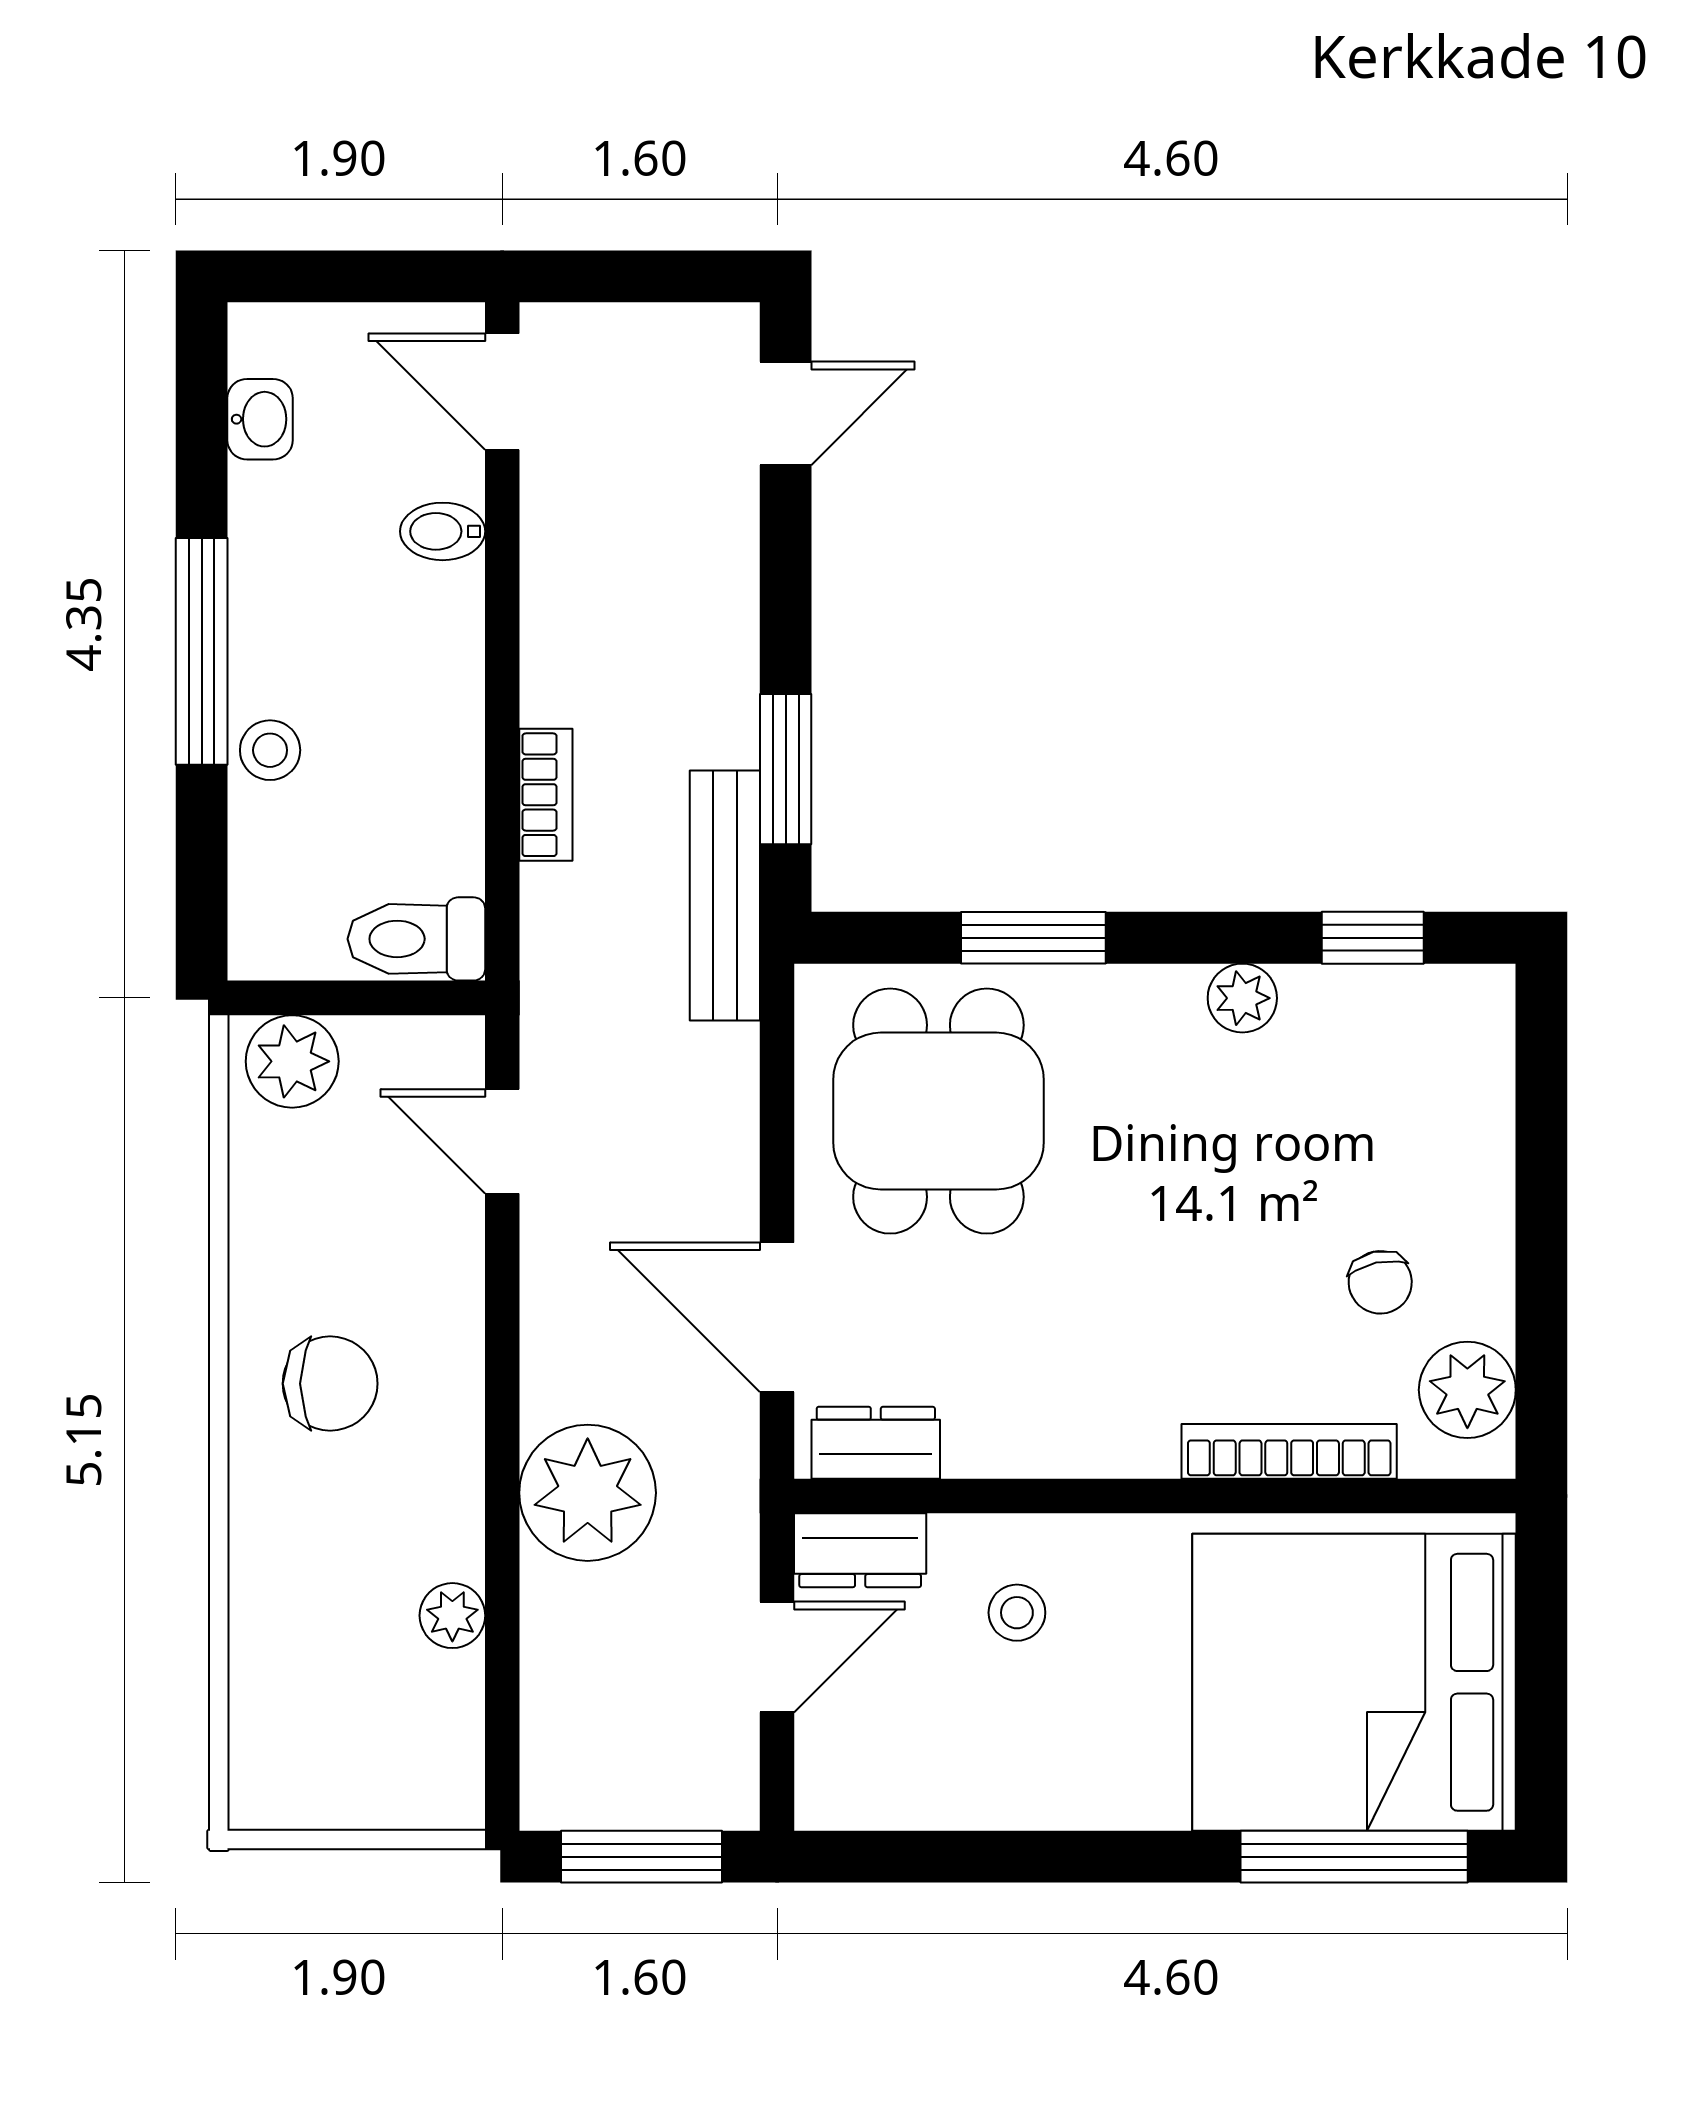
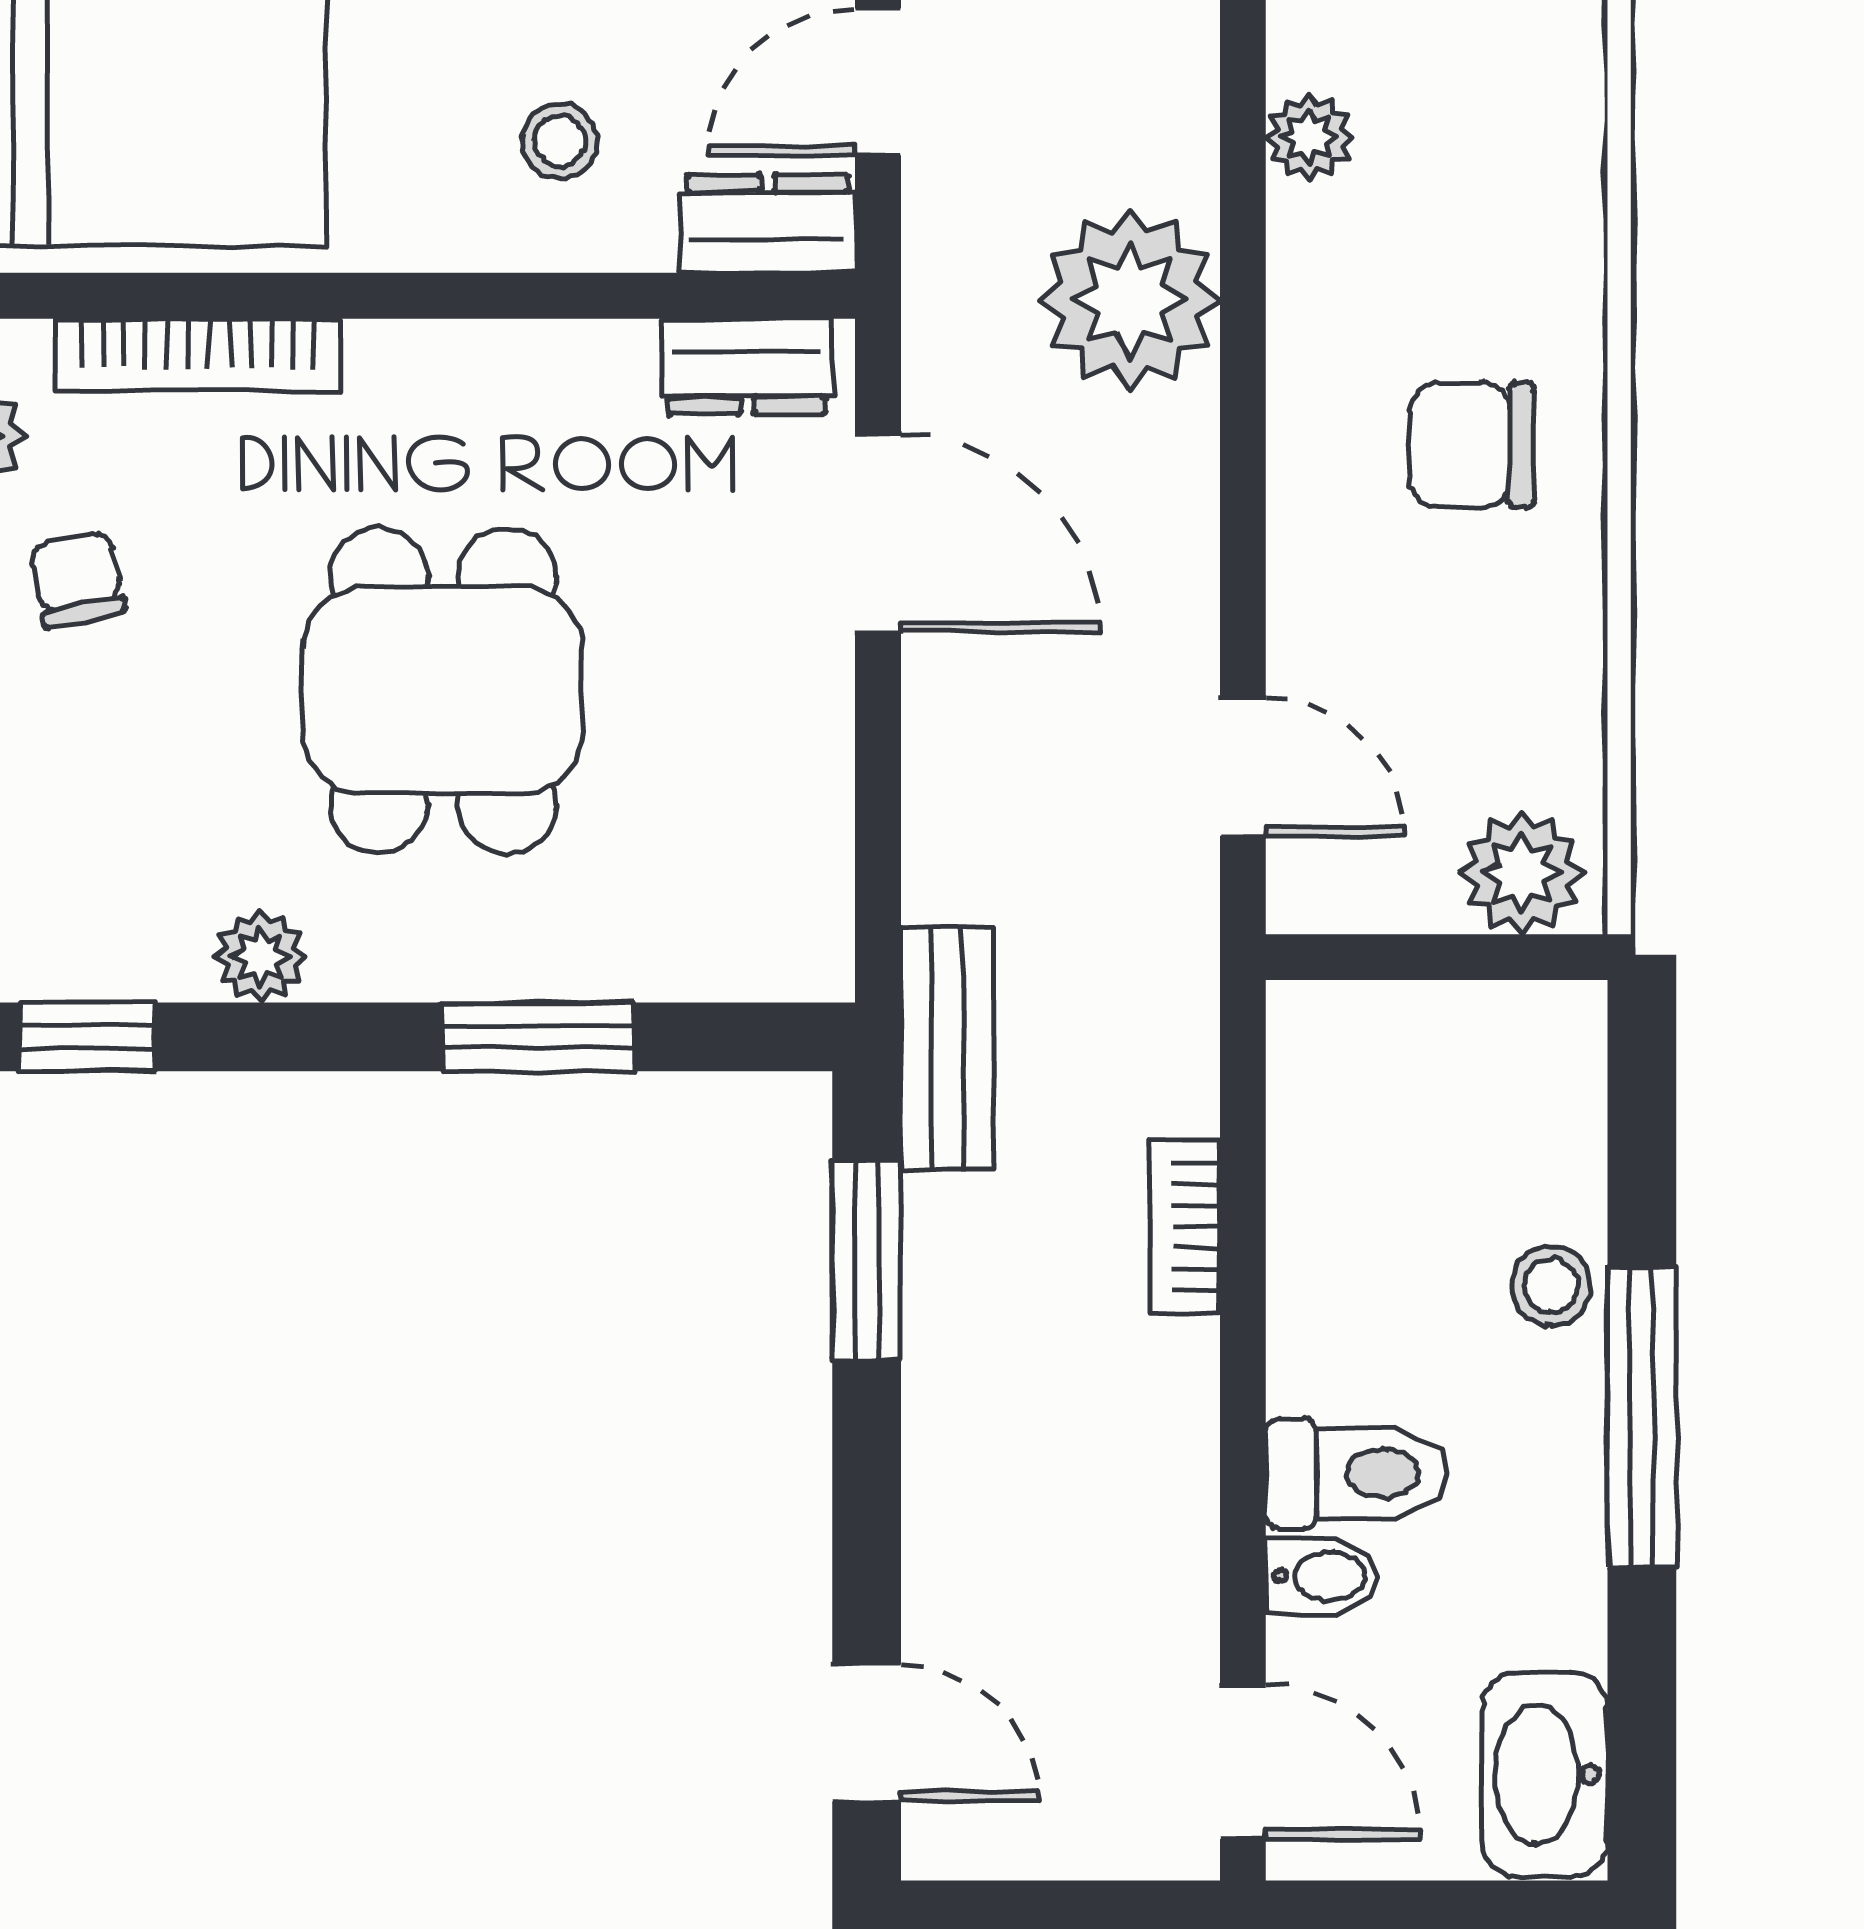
door: (786, 413) -> (867, 1733), swing flipped
washbasin: (260, 419) -> (1545, 1774), width x1.91, depth x1.45
bench: (725, 896) -> (947, 1049), width x0.73
toilet: (416, 939) -> (1357, 1473), moved
dining table: (938, 1111) -> (443, 690), moved

